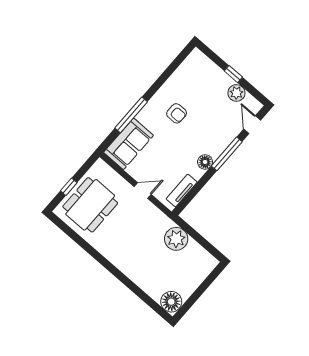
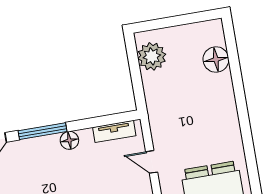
plant: (176, 239) -> (152, 56), moved
floor lamp: (171, 302) -> (216, 59), moved

